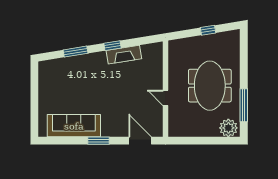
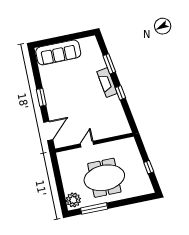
fireplace: (124, 55) -> (107, 82), moved
sofa: (74, 126) -> (58, 52), moved, turned 90

